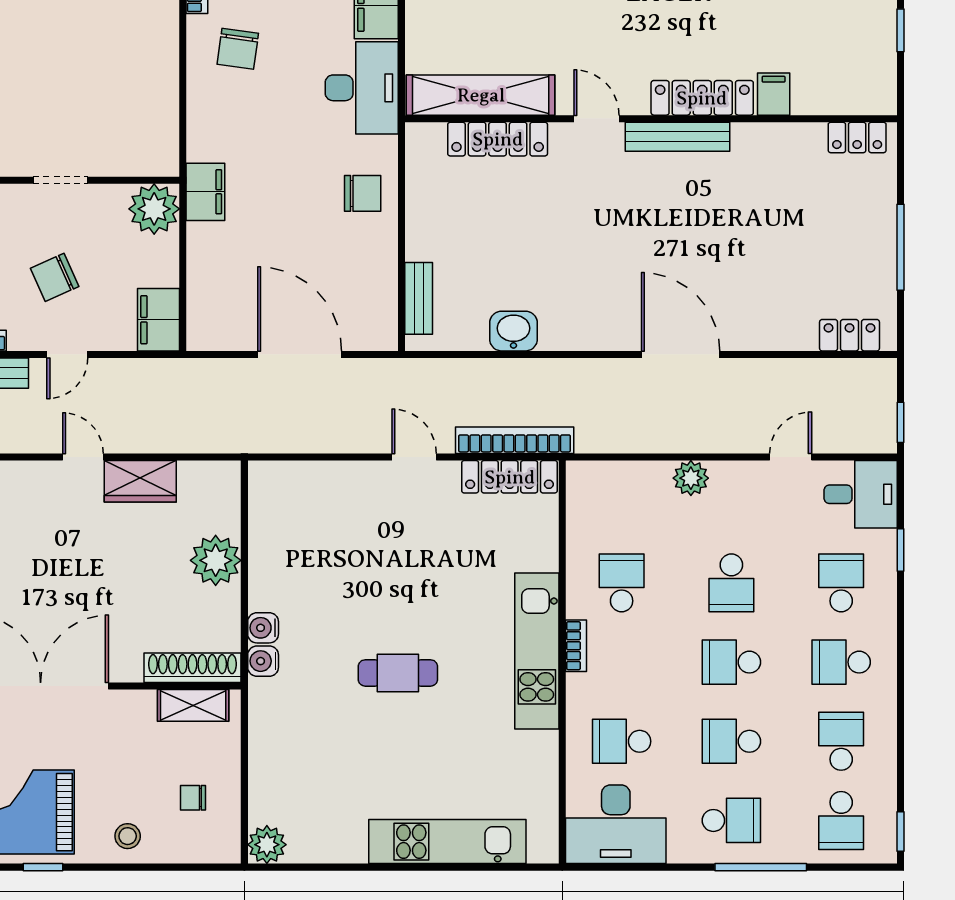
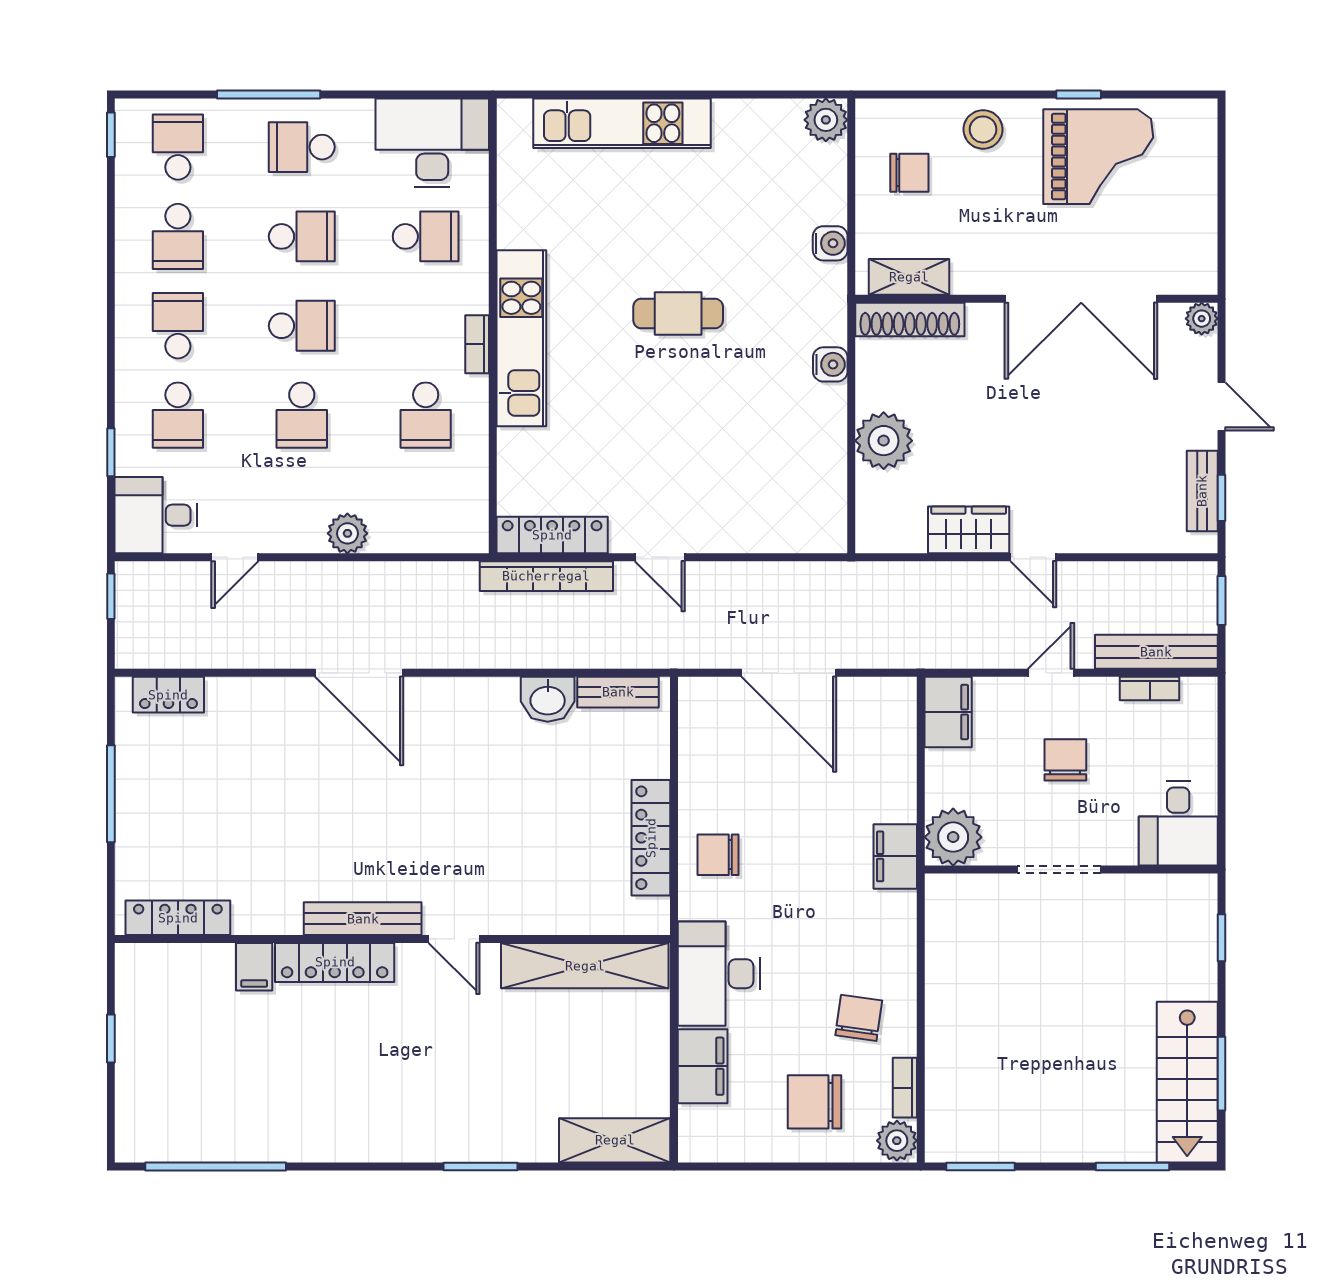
locker: (857, 137) -> (178, 918), width x1.53
locker: (498, 139) -> (651, 838), moved, turned -90
doorway: (60, 180) -> (1059, 870), width x1.38
chair: (55, 277) -> (1065, 760), turned -66
bench: (419, 298) -> (618, 692), moved, turned 90
school desk: (731, 583) -> (302, 415), turned 180
water cooler: (263, 661) -> (830, 243), moved
school desk: (841, 662) -> (178, 326), turned -90
chair: (193, 798) -> (909, 173), width x1.37, depth x1.37
stool: (128, 836) -> (983, 129), width x1.37, depth x1.37

